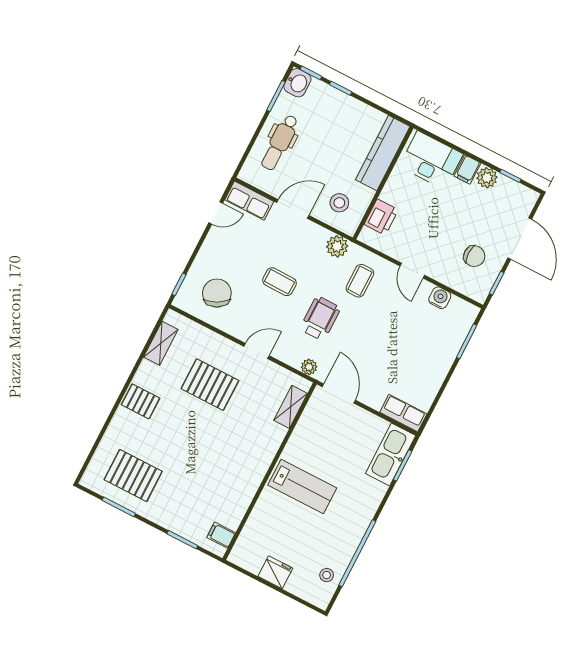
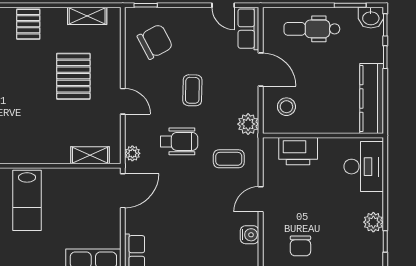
kitchen counter: (383, 153) -> (372, 98), moved, turned -90
filing cabinet: (467, 170) -> (372, 202), removed
printer: (381, 217) -> (298, 151), width x1.37, depth x1.19

